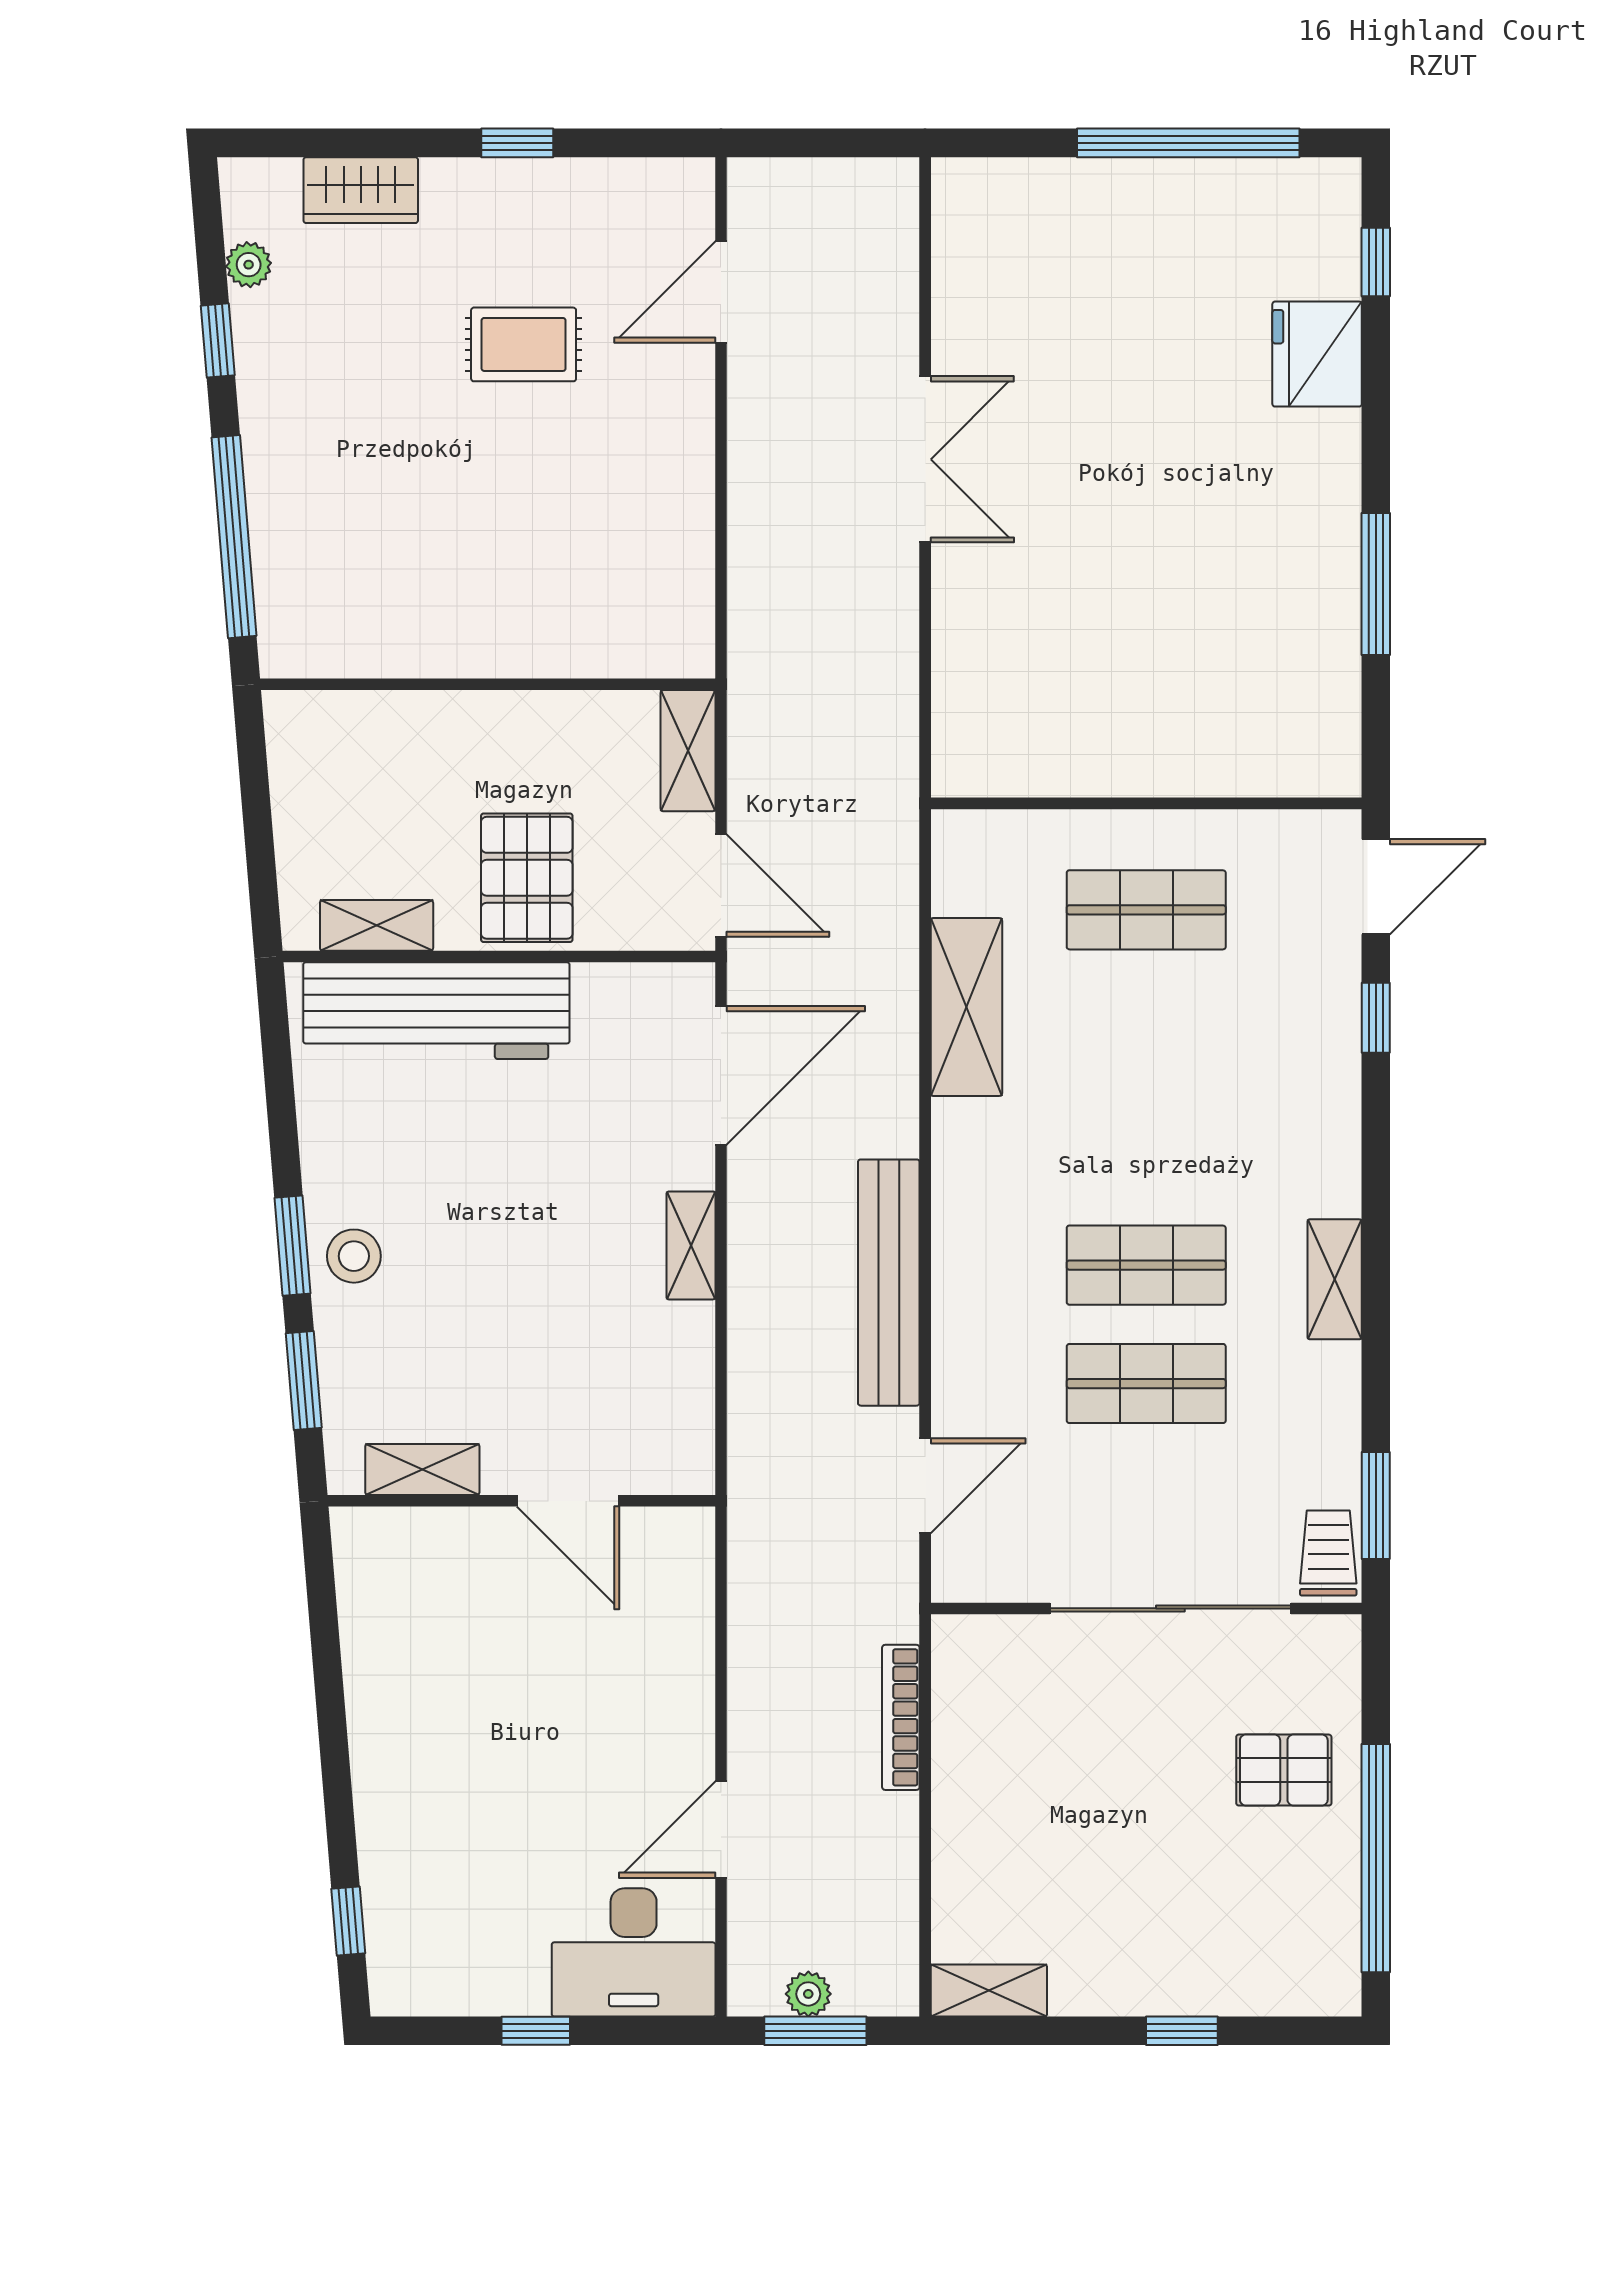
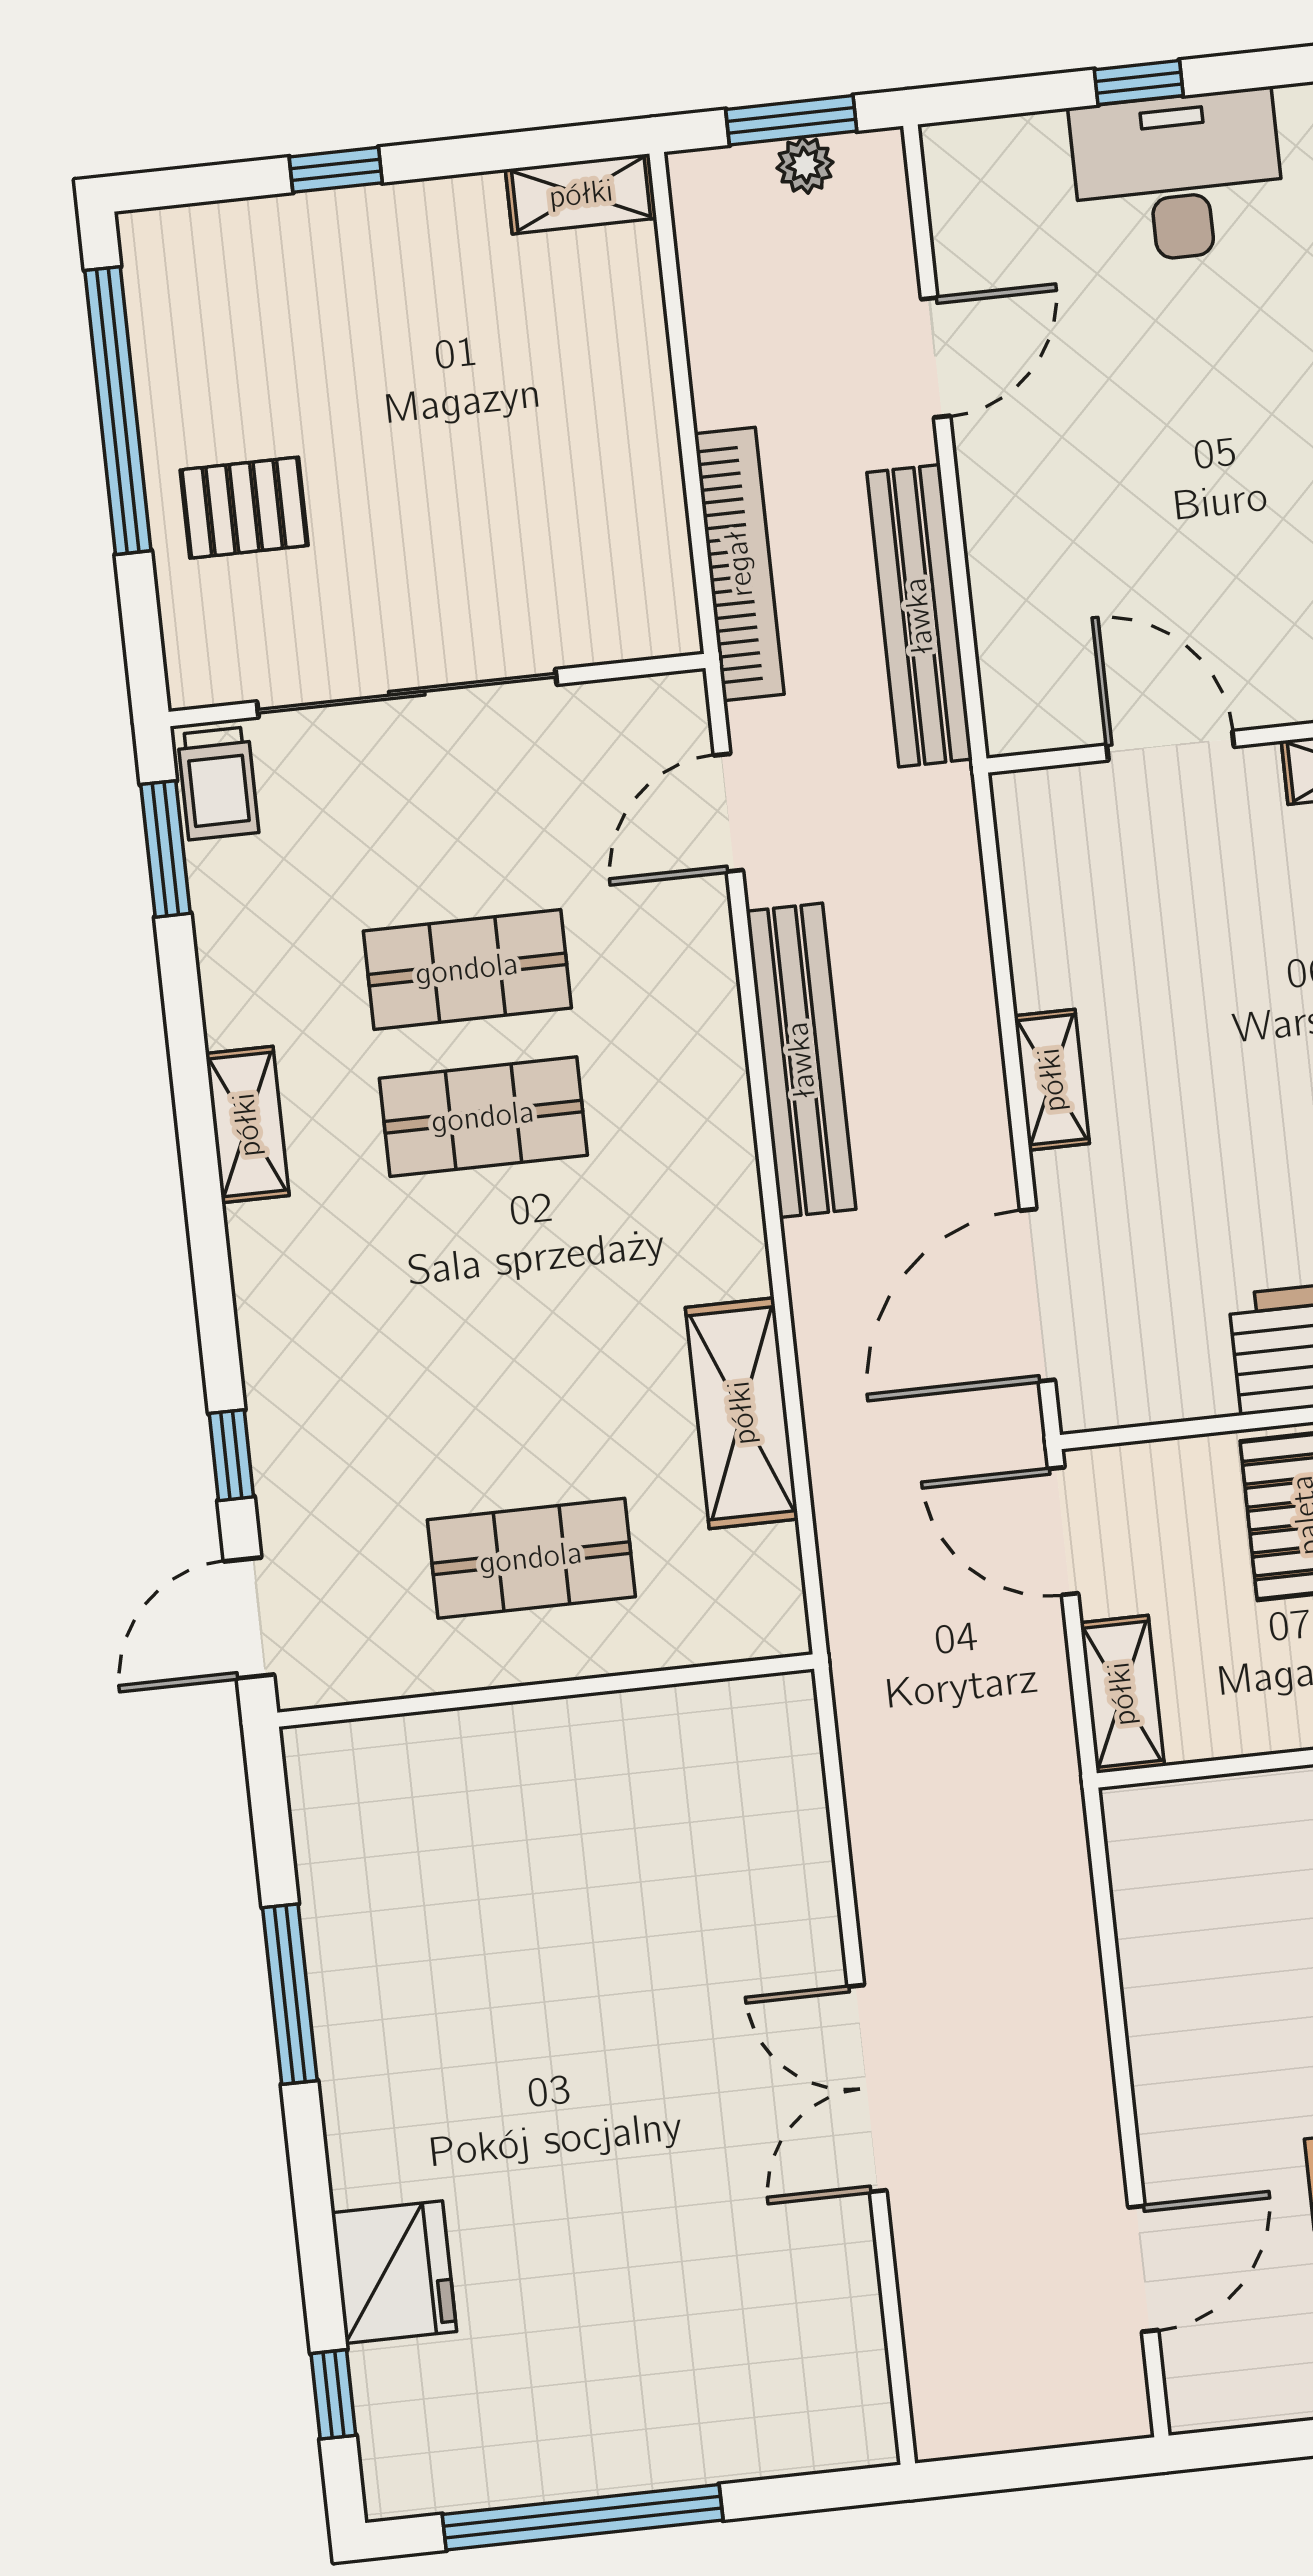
bench: (756, 1626) -> (919, 616), added
bookcase: (901, 1717) -> (739, 564), width x1.48, depth x1.31
desk: (634, 1952) -> (1178, 177), moved

